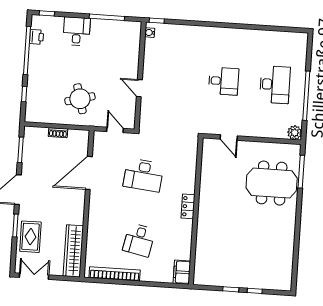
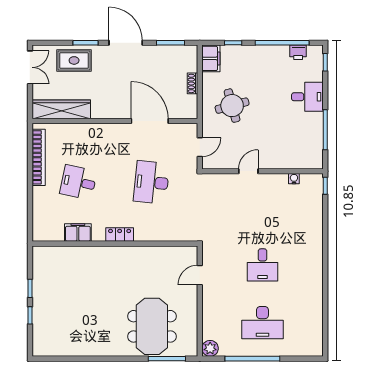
water cooler: (150, 33) -> (294, 179), moved
filing cabinet: (37, 115) -> (211, 58), added
filing cabinet: (182, 272) -> (78, 232), moved

